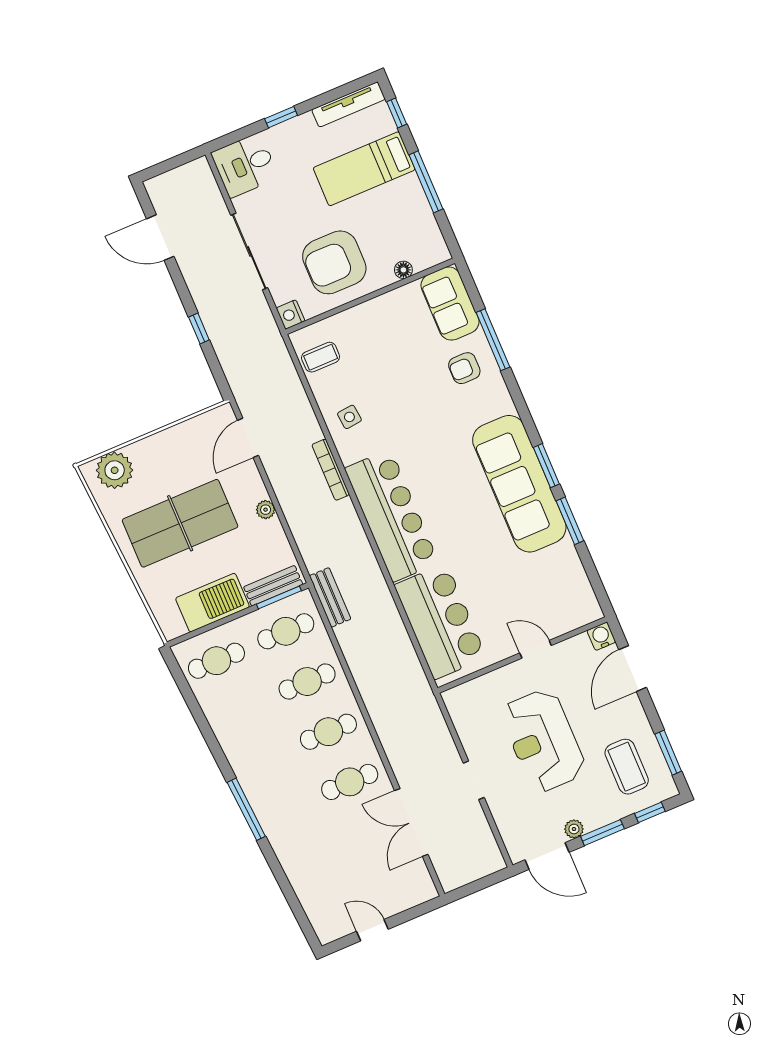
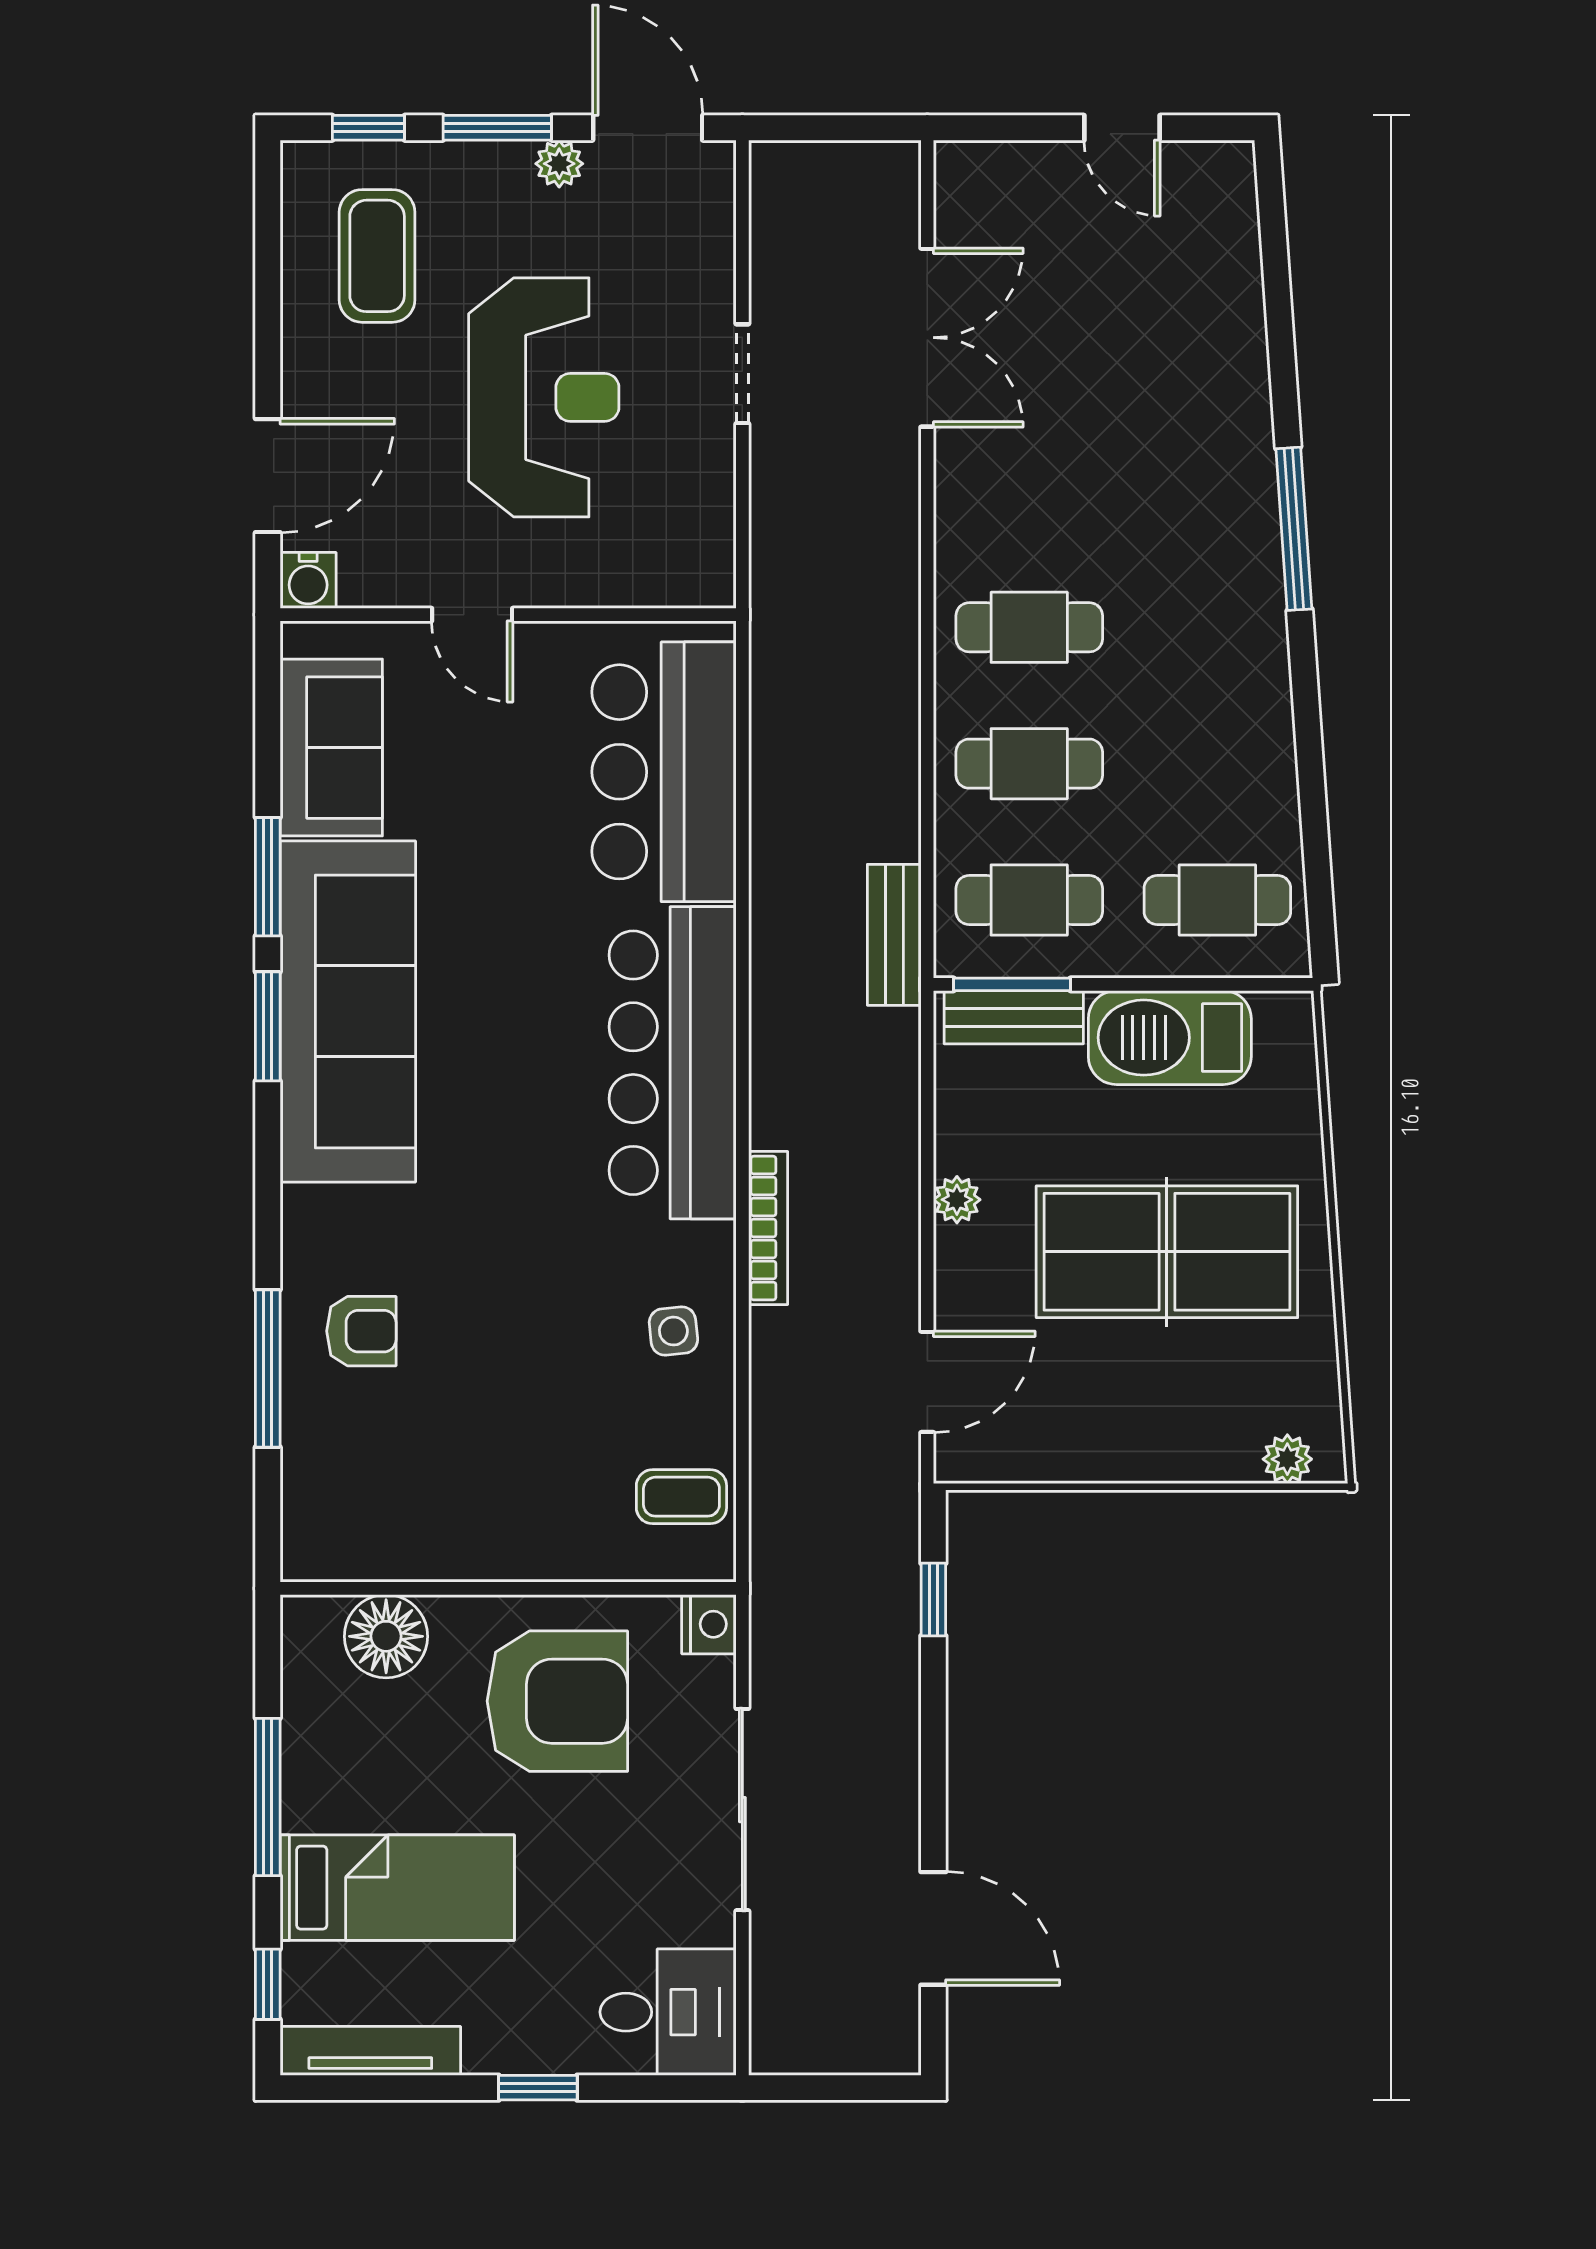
floor lamp: (403, 270) -> (386, 1636), width x1.89, depth x1.89
sofa: (450, 303) -> (331, 748), moved
window: (199, 329) -> (933, 1600), moved
plant: (115, 470) -> (1287, 1459), width x0.53, depth x0.53
window: (668, 753) -> (268, 247), removed
cafe table: (350, 782) -> (1029, 491), removed

